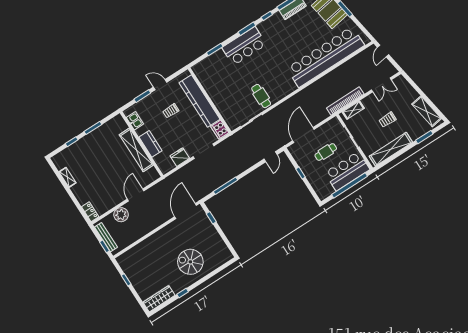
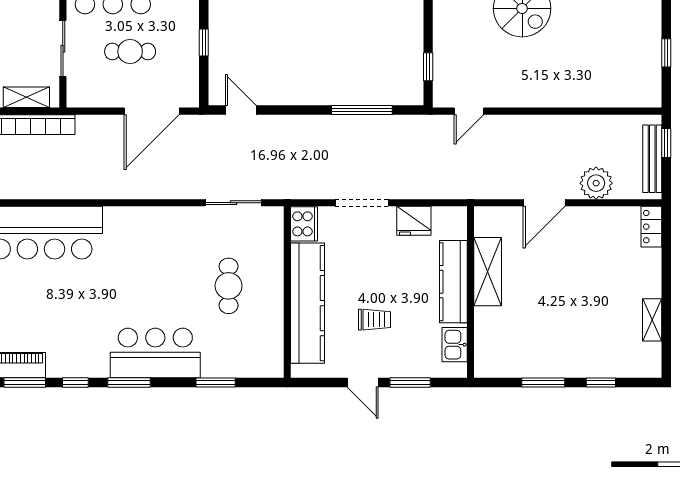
cafe table: (261, 96) -> (229, 286), moved
kitchen counter: (150, 144) -> (453, 282), width x1.50
shelving: (136, 150) -> (488, 272), width x0.68
door: (271, 157) -> (241, 110), hinge flipped
door: (186, 211) -> (469, 111), width x0.53

